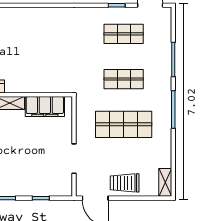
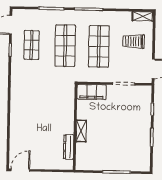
shop shelf: (124, 79) -> (65, 46), width x1.43, depth x1.36
filing cabinet: (45, 106) -> (92, 92), moved, turned 90
trolley: (125, 183) -> (134, 41), moved, turned 90

